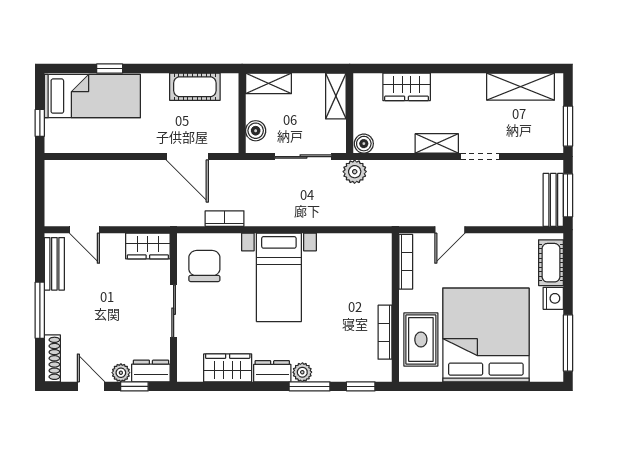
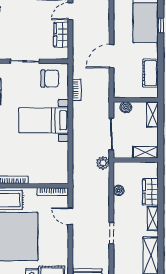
shelving: (437, 143) -> (153, 218), moved
boiler: (364, 144) -> (119, 190), moved
door: (187, 157) -> (111, 56), moved
wardrobe: (148, 246) -> (61, 35), moved

